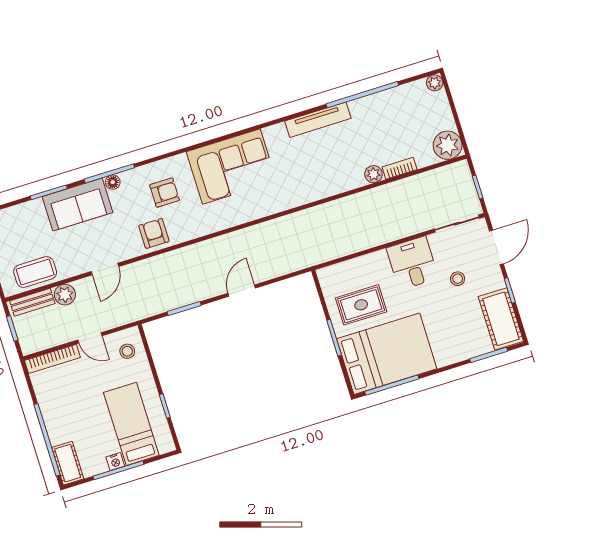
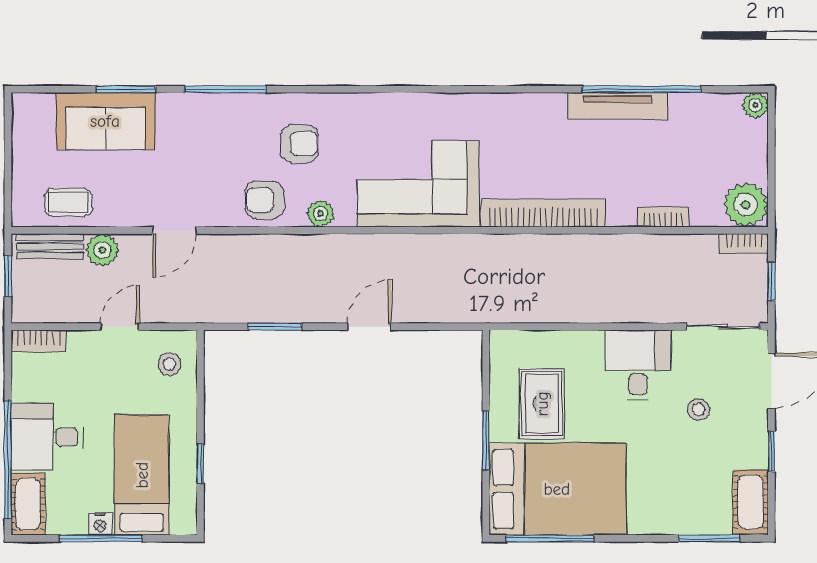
tv unit: (318, 120) -> (617, 106), moved
corner sofa: (231, 167) -> (418, 184), moved, turned 180
bookcase: (454, 169) -> (744, 243), added
plant: (374, 174) -> (321, 214), moved
floor lamp: (113, 182) -> (227, 104), removed
bookcase: (326, 189) -> (543, 213), added
sofa: (77, 205) -> (105, 121), moved
armchair: (154, 233) -> (264, 200), turned -90
coffee table: (35, 272) -> (68, 202), width x0.73, depth x0.77
rug: (361, 305) -> (542, 404), turned 90
cot: (501, 319) -> (751, 502), width x0.73, depth x0.75
door: (90, 338) -> (120, 327), swing flipped
bookcase: (52, 359) -> (38, 341), width x0.64
desk: (67, 419) -> (47, 437), added

